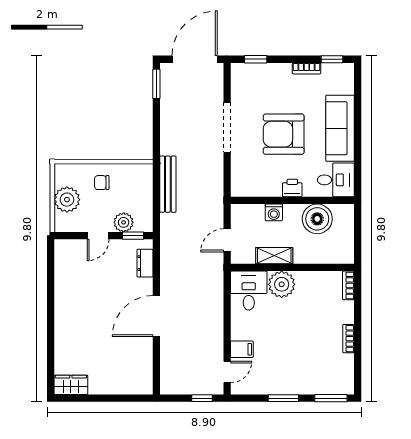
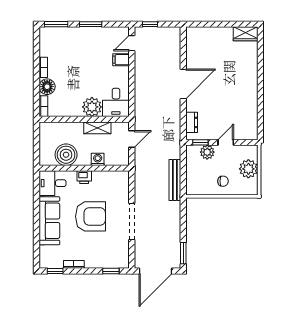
floor lamp: (343, 312) -> (47, 87), added

